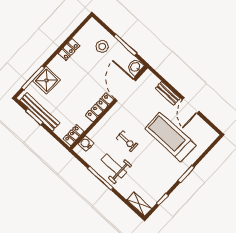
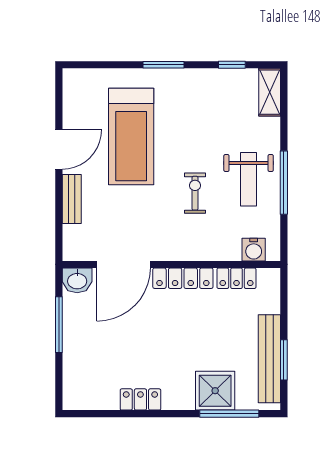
stool: (102, 46) -> (92, 356), removed
locker: (74, 135) -> (236, 278), moved

